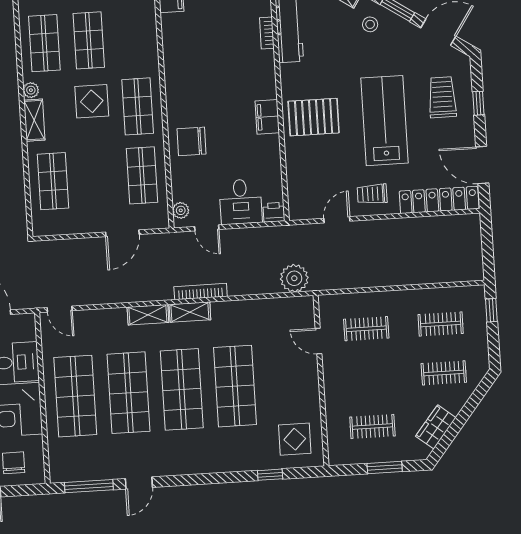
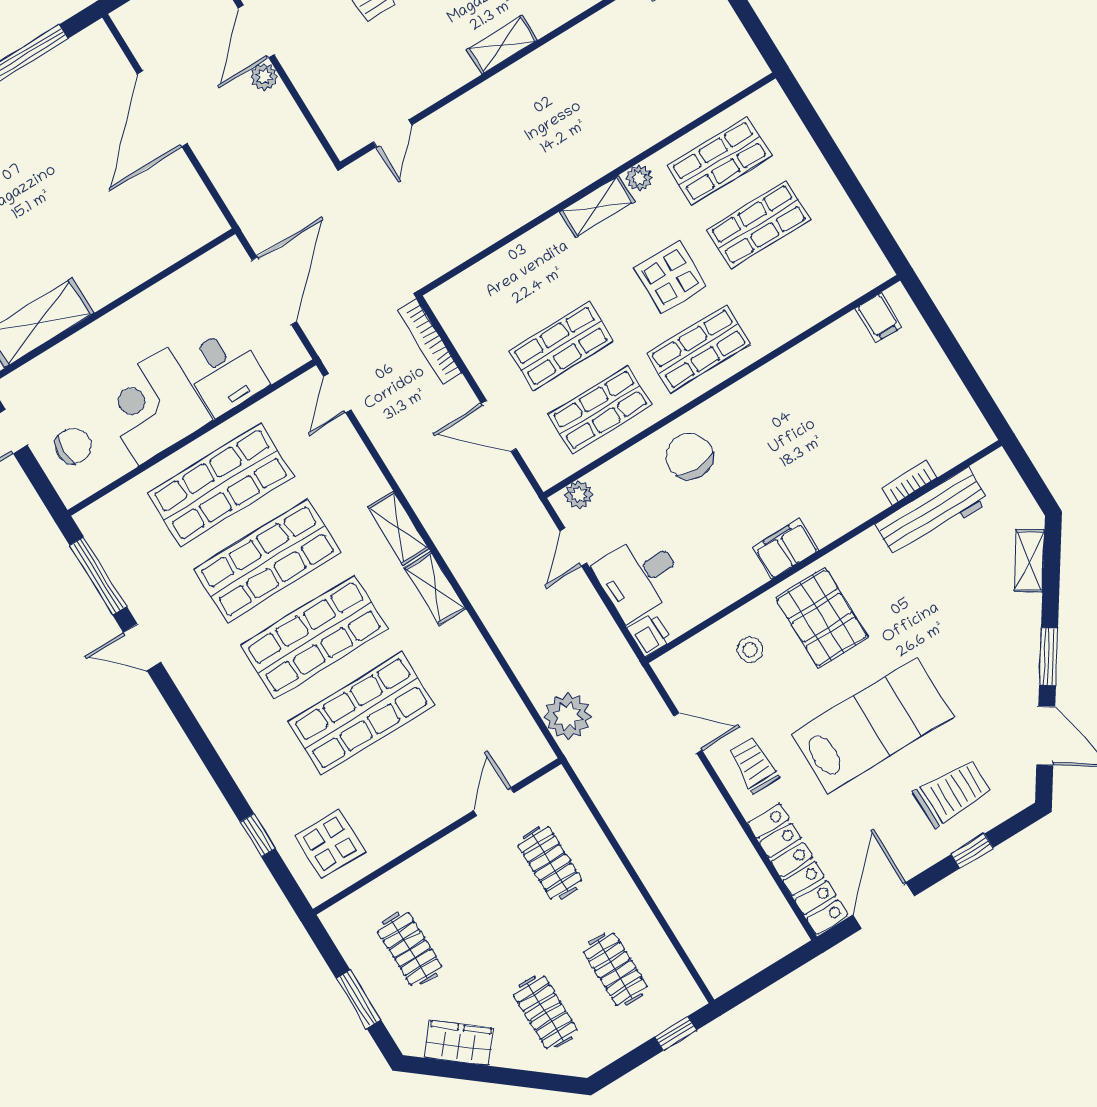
stool: (370, 24) -> (750, 650), moved
shop shelf: (53, 181) -> (561, 346), moved
bookcase: (201, 292) -> (430, 342), moved, turned 180

